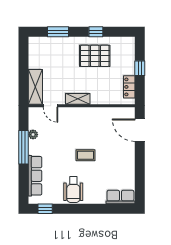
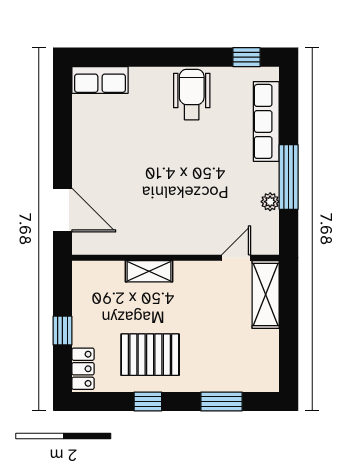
locker: (129, 87) -> (83, 369), moved
shelving: (78, 99) -> (149, 271), moved
door: (51, 106) -> (236, 258), hinge flipped
coffee table: (86, 155) -> (168, 161), removed

